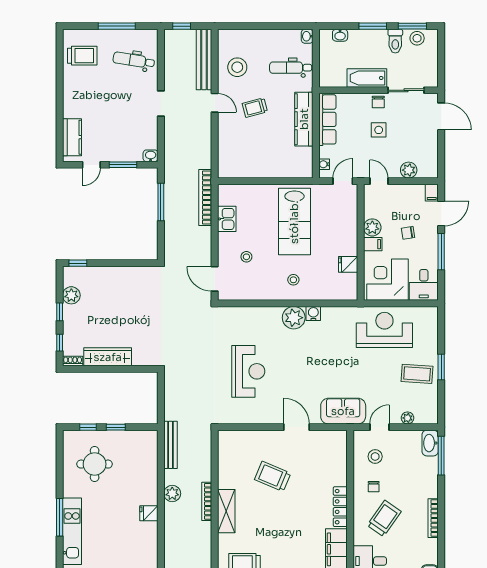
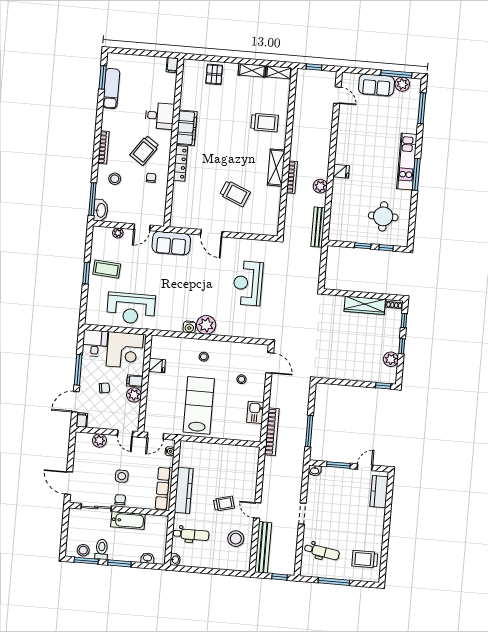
stool: (375, 457) -> (115, 179), moved

